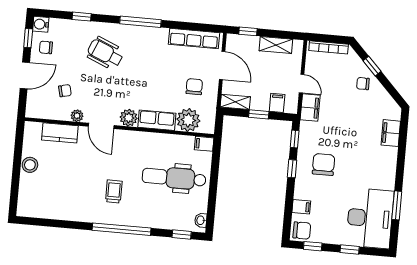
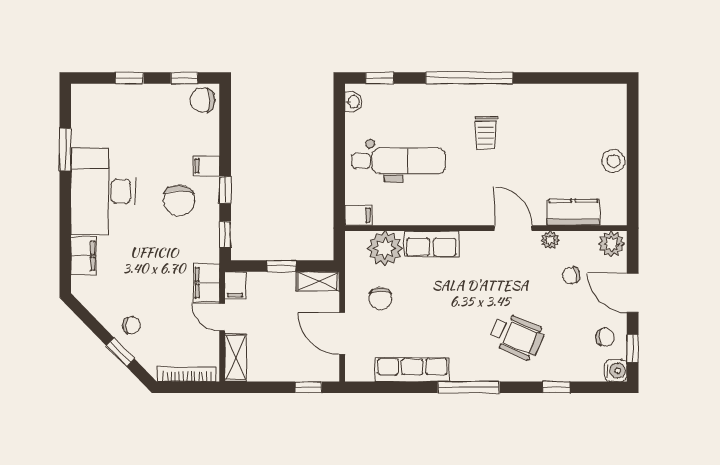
row of seats: (194, 39) -> (412, 370), moved
shelving: (276, 45) -> (236, 358), moved, turned 90
door: (25, 75) -> (633, 293), hinge flipped
filing cabinet: (277, 103) -> (235, 285), moved
plant: (129, 118) -> (611, 244), moved
filing cabinet: (301, 207) -> (206, 166), moved
desk: (370, 218) -> (103, 191), moved

